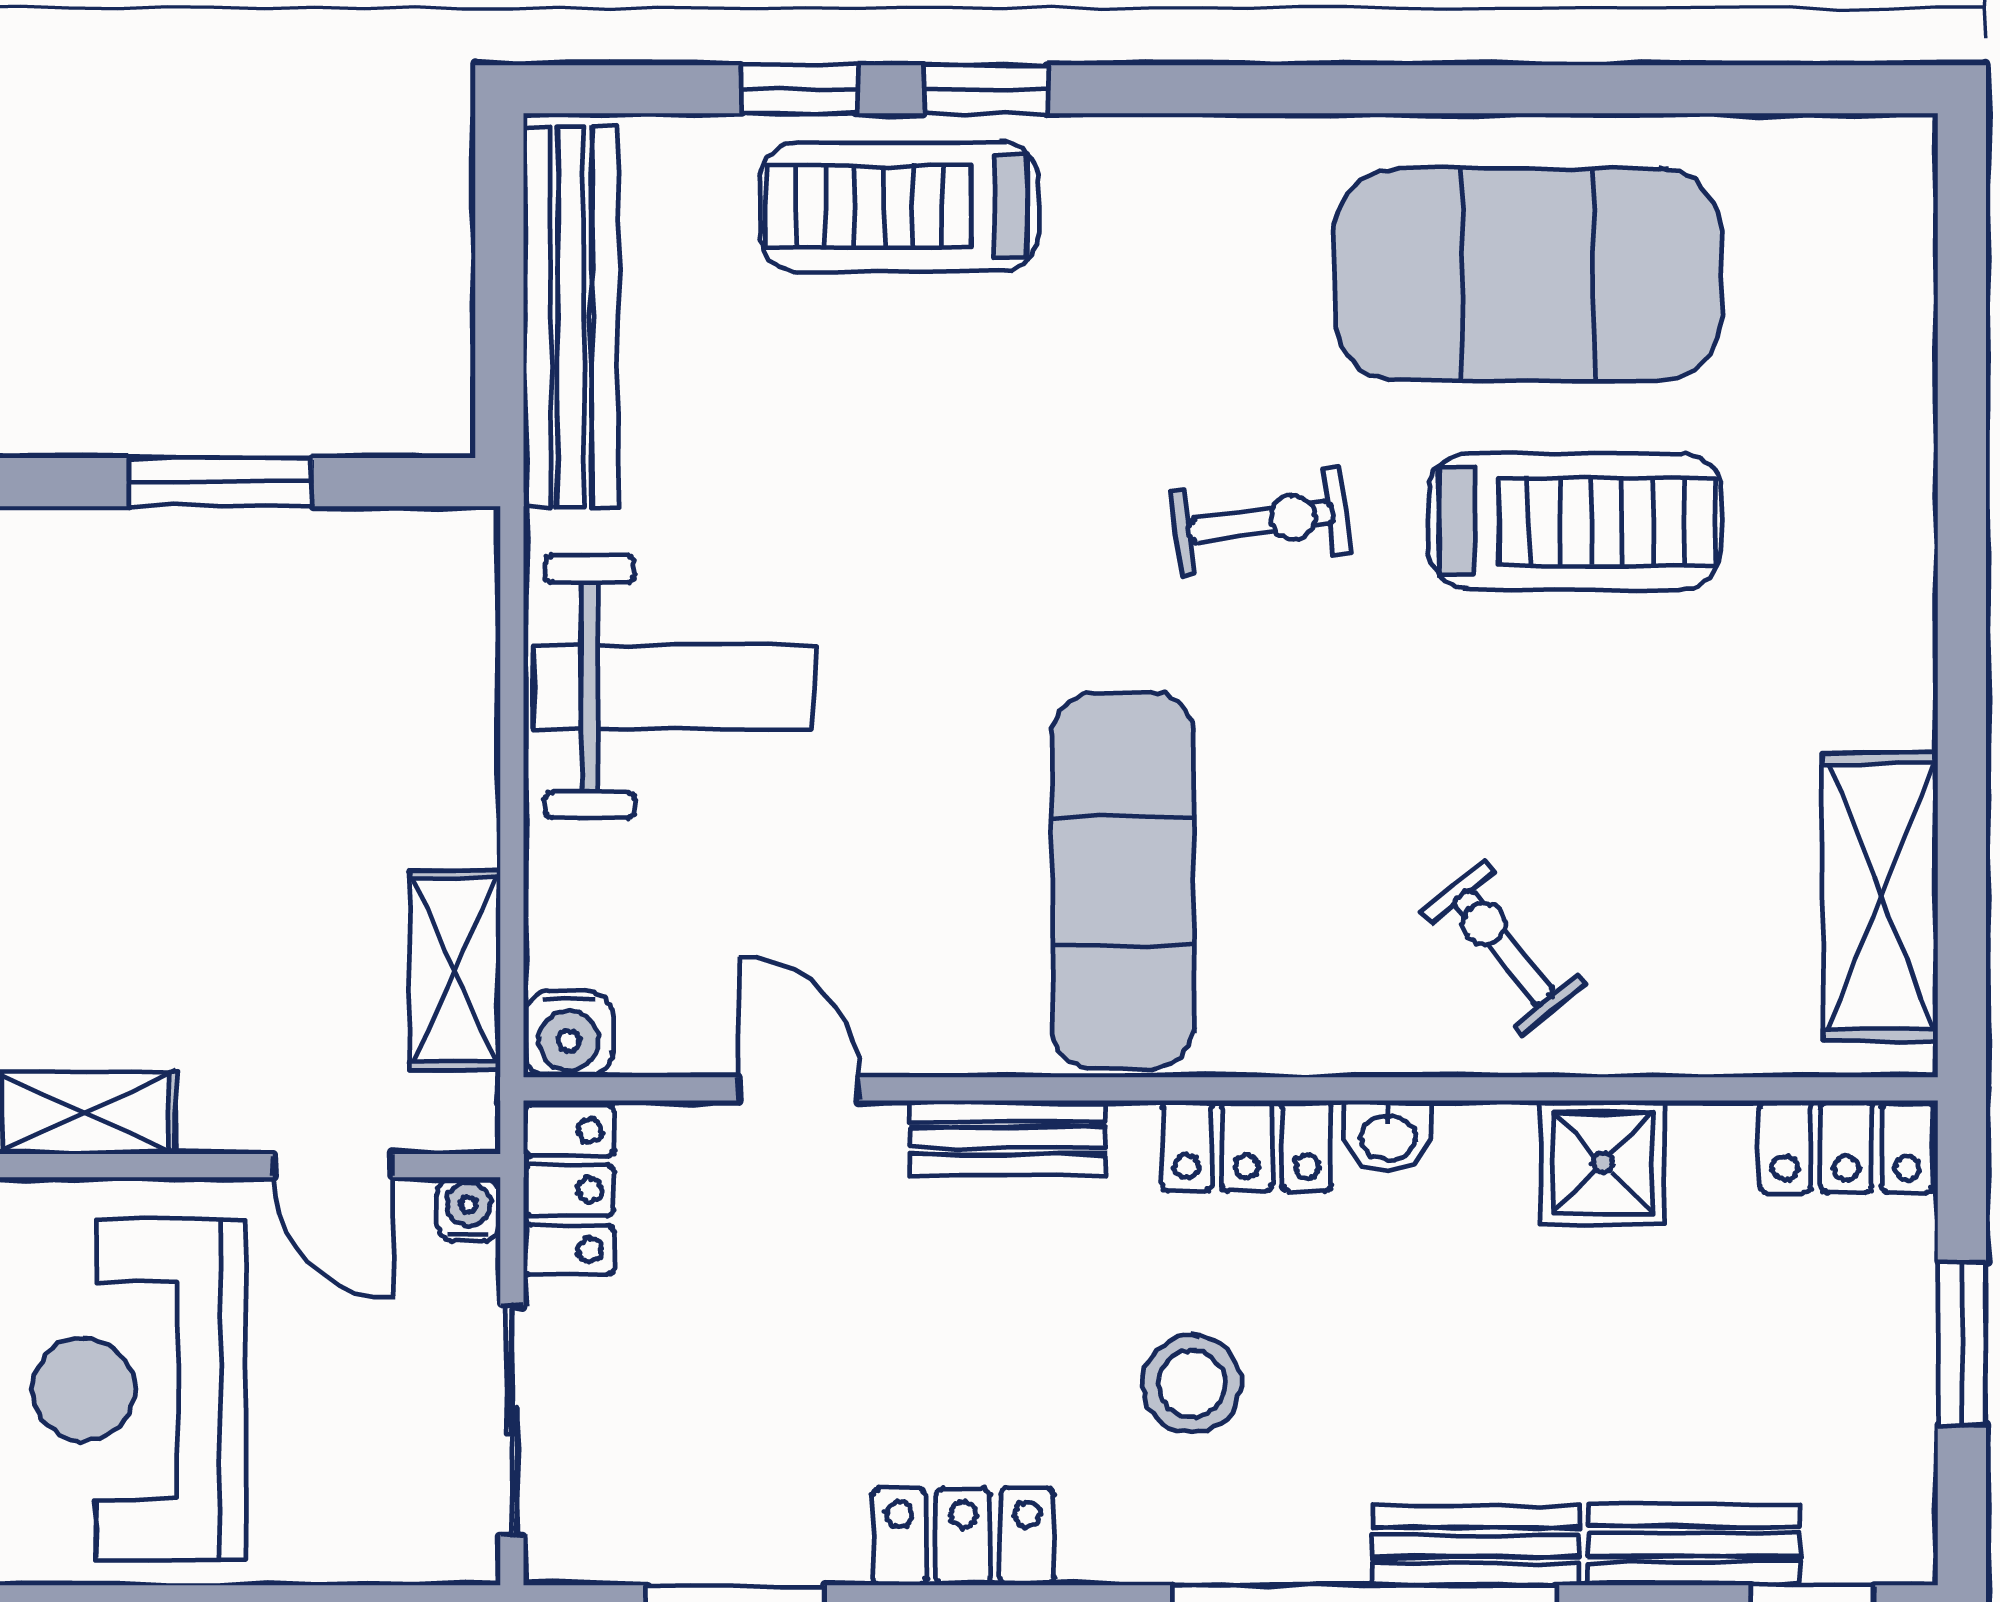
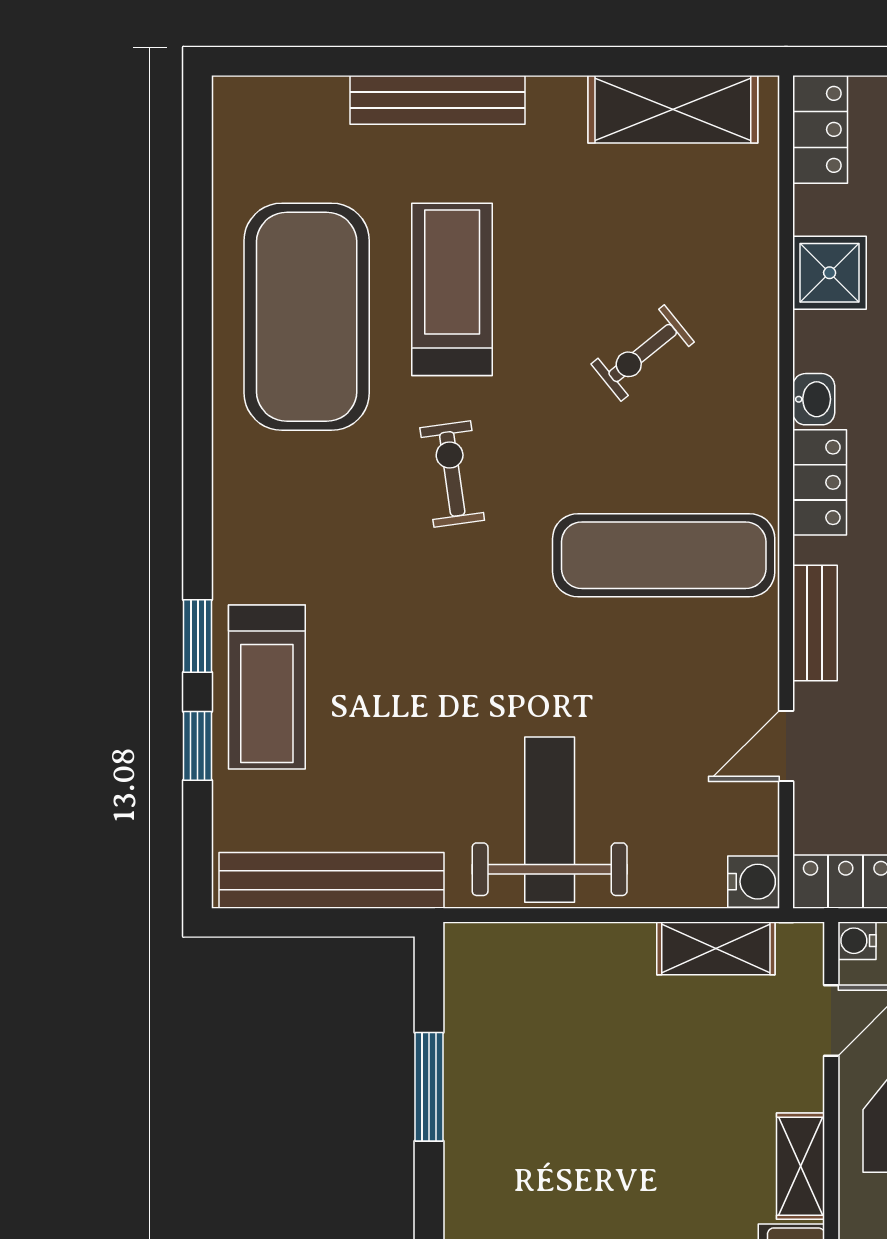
bench: (1896, 497) -> (438, 100), added
exercise bike: (1503, 948) -> (643, 353), moved

